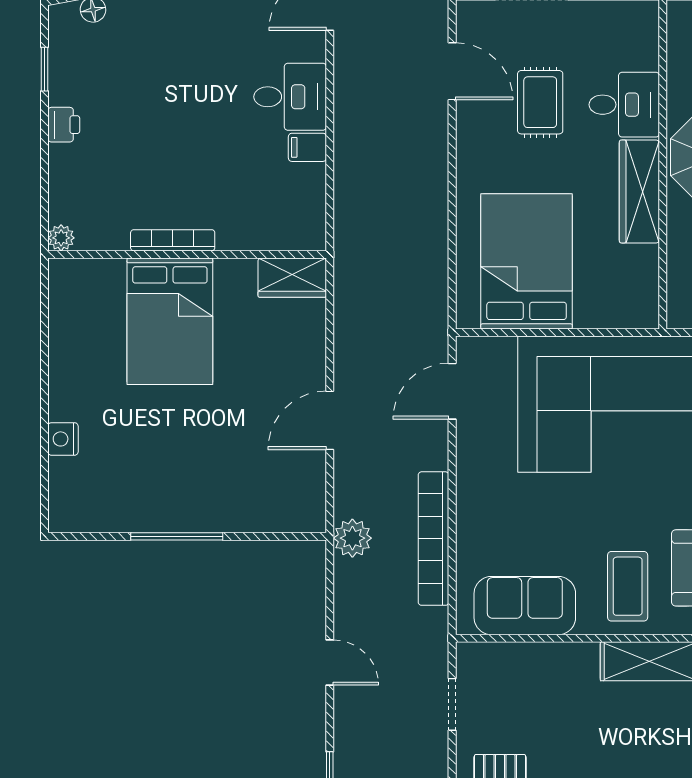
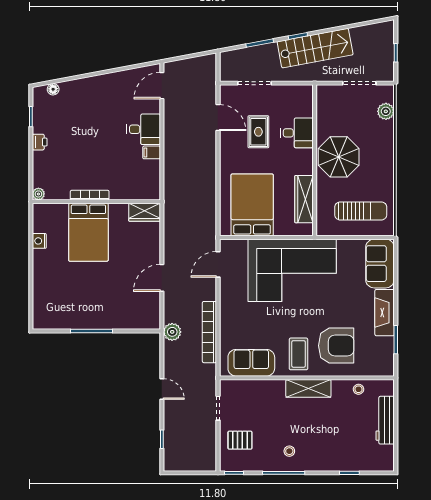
wardrobe: (639, 191) -> (304, 199), moved
nightstand: (63, 439) -> (39, 241), moved

